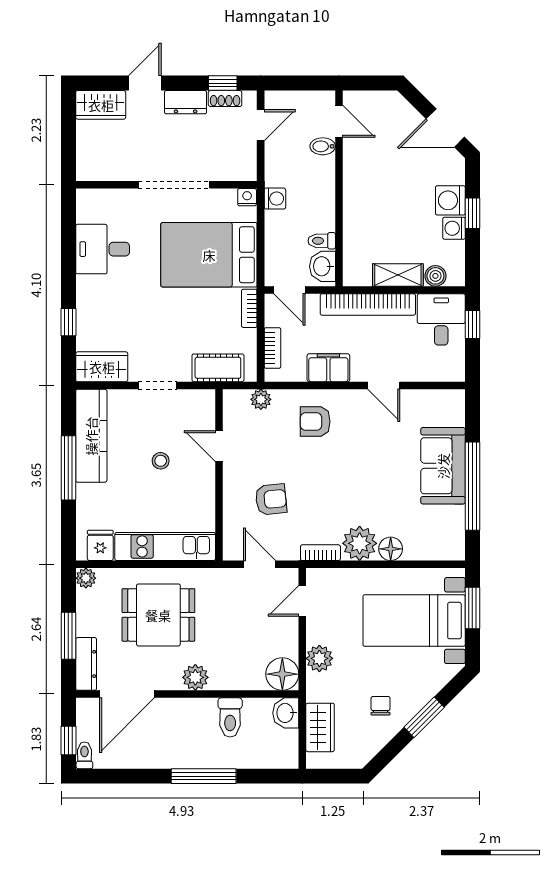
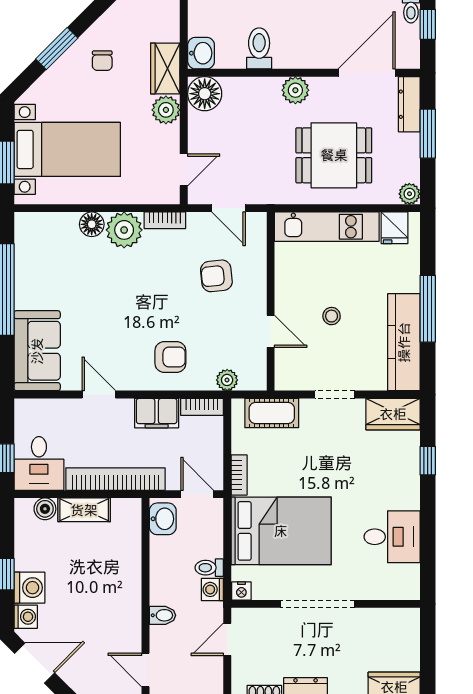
door: (261, 125) -> (227, 639), moved
bidet: (323, 146) -> (163, 615), moved
washing machine: (454, 228) -> (26, 617), moved
toilet: (322, 241) -> (209, 568), moved, turned 180
bookcase: (273, 348) -> (202, 407), moved, turned -90
sofa: (443, 466) -> (37, 351), moved
wardrobe: (320, 727) -> (165, 68), moved

